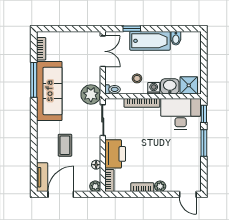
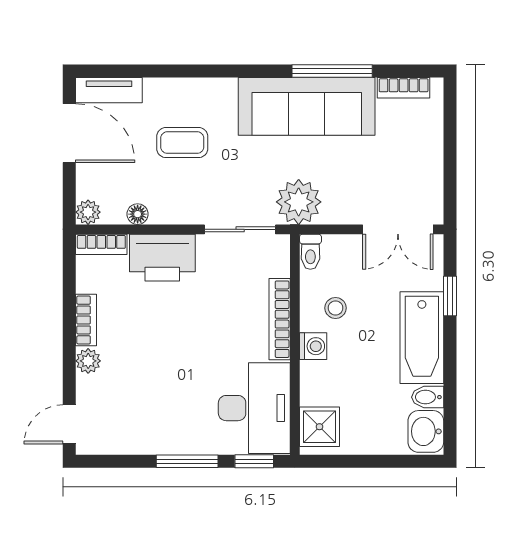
washbasin: (170, 86) -> (426, 431), moved, turned 180

